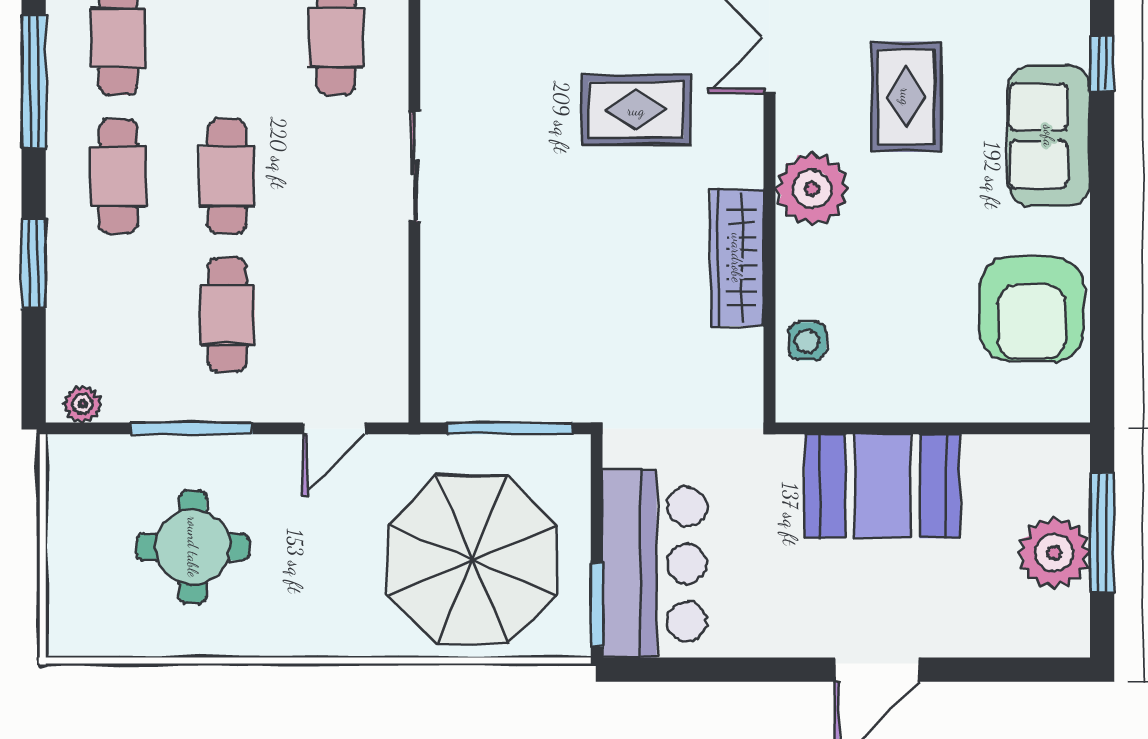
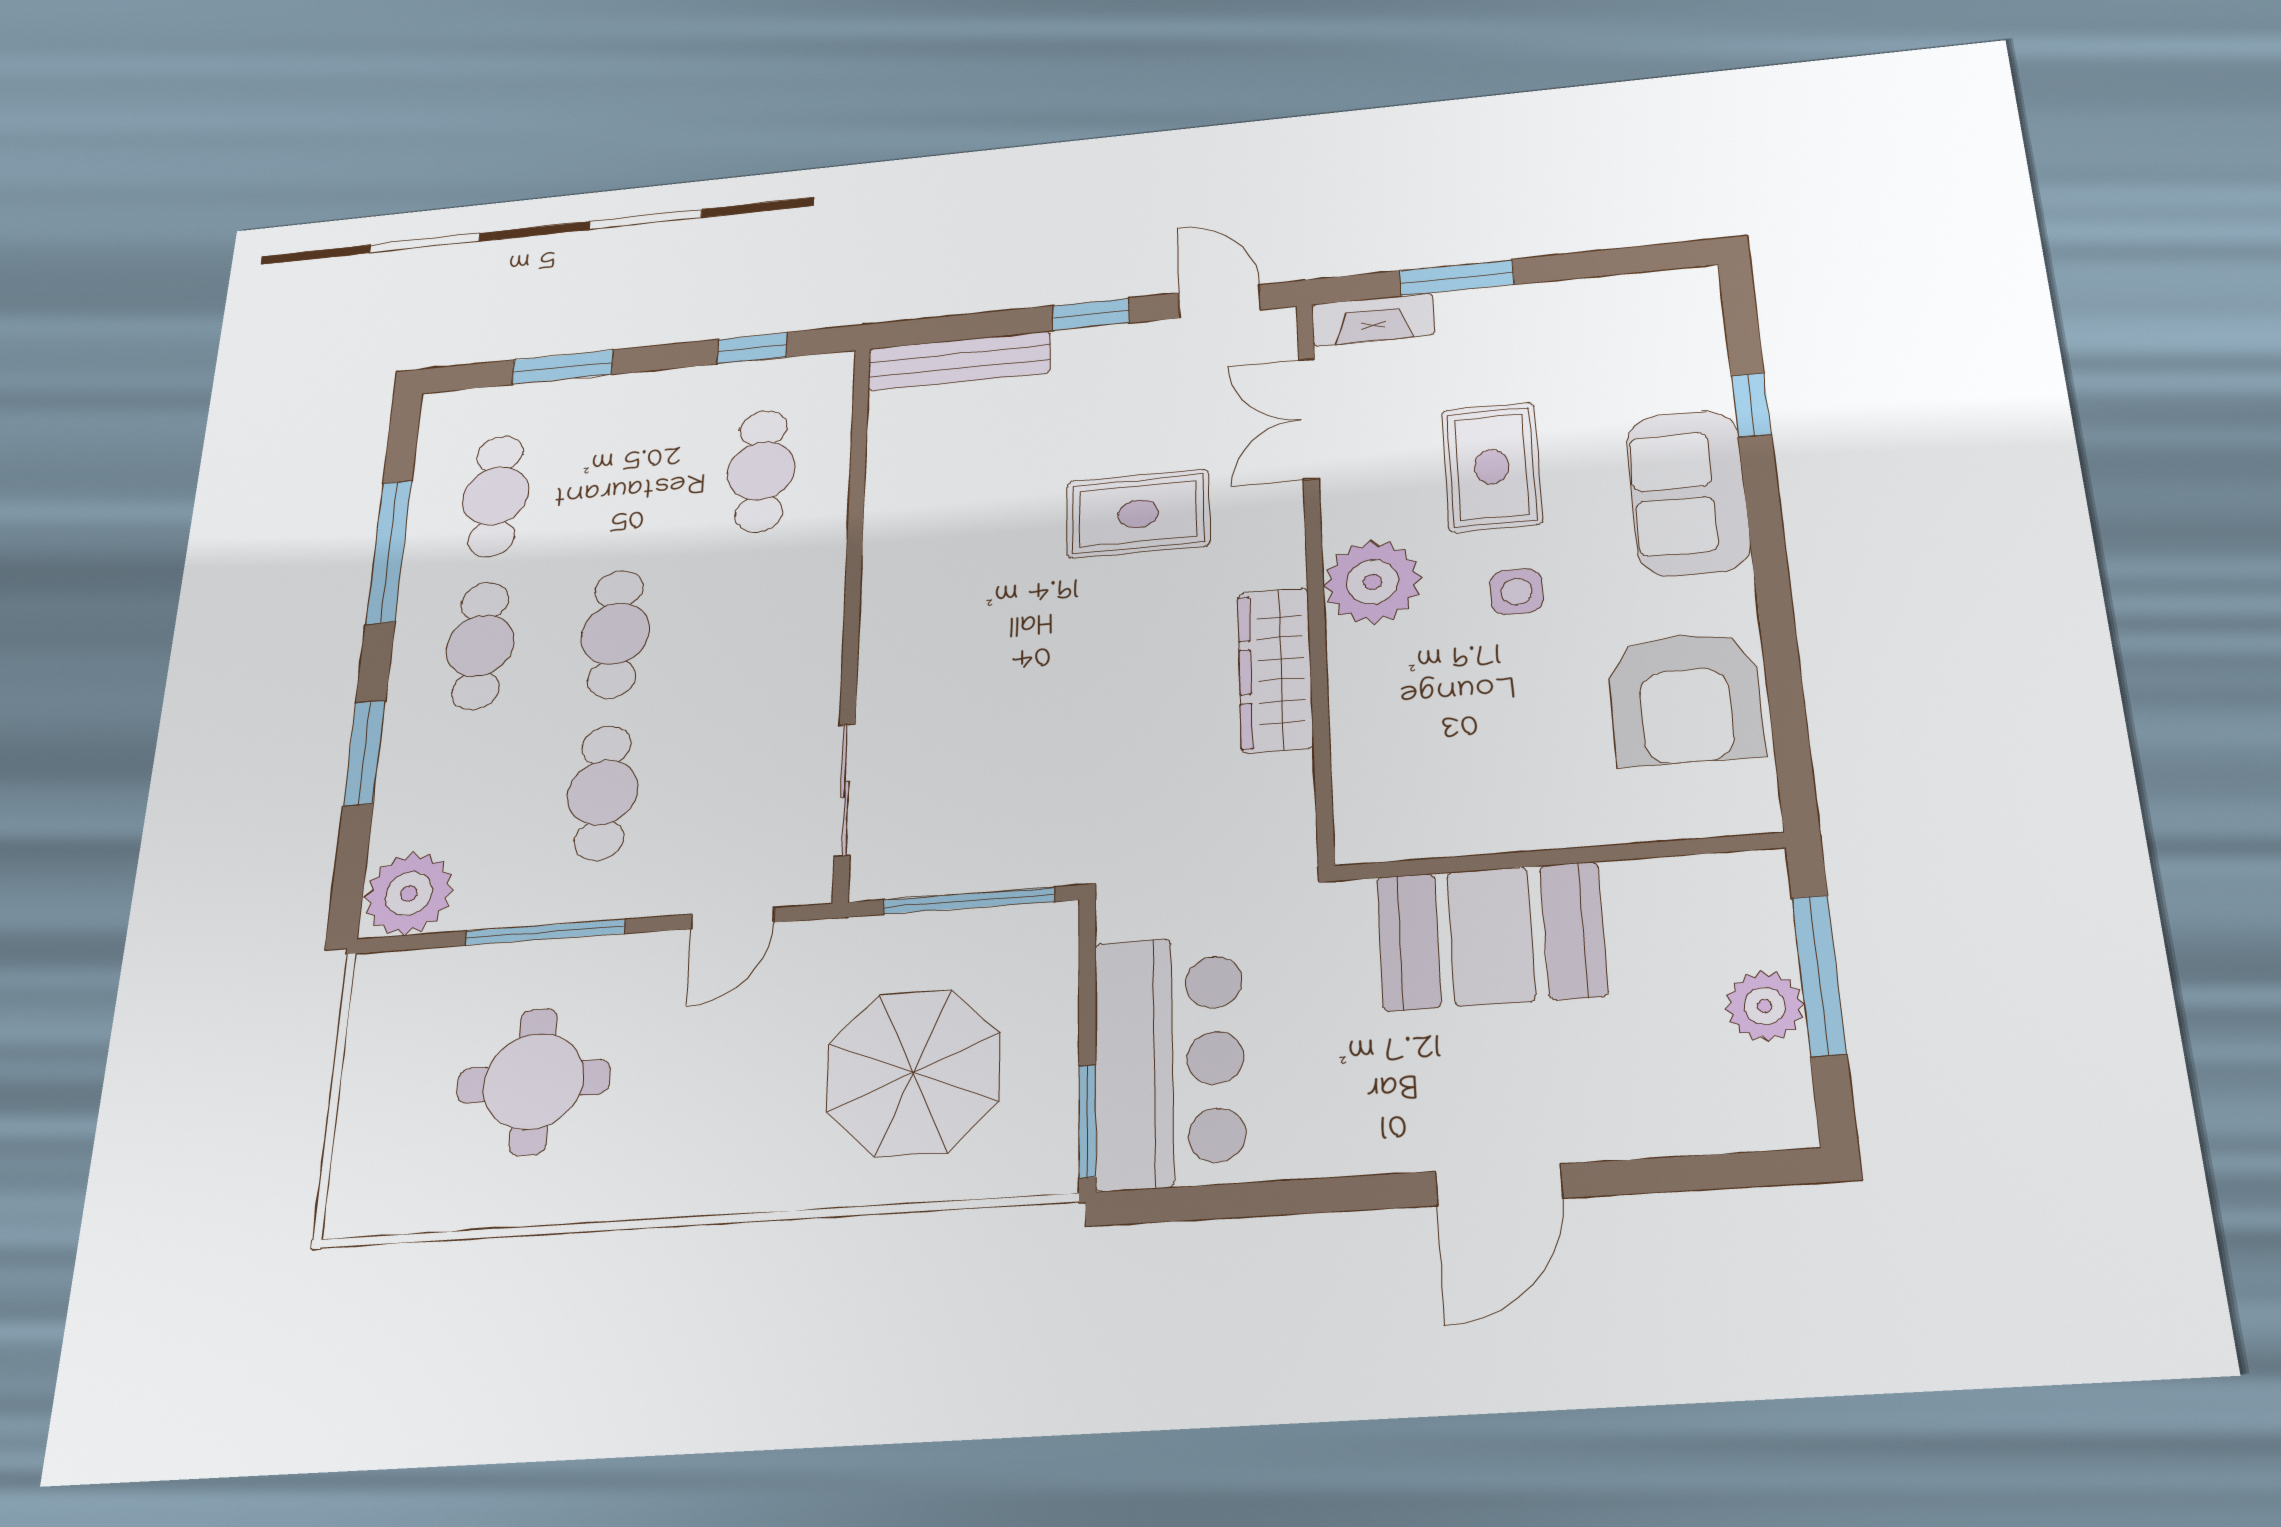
sliding door: (414, 167) -> (845, 790), moved
side table: (807, 341) -> (1516, 592), moved
plant: (82, 404) -> (409, 894), width x1.88, depth x1.88
plant: (1054, 553) -> (1765, 1006), width x0.73, depth x0.73
parasol: (472, 560) -> (913, 1072), width x0.73, depth x0.73

